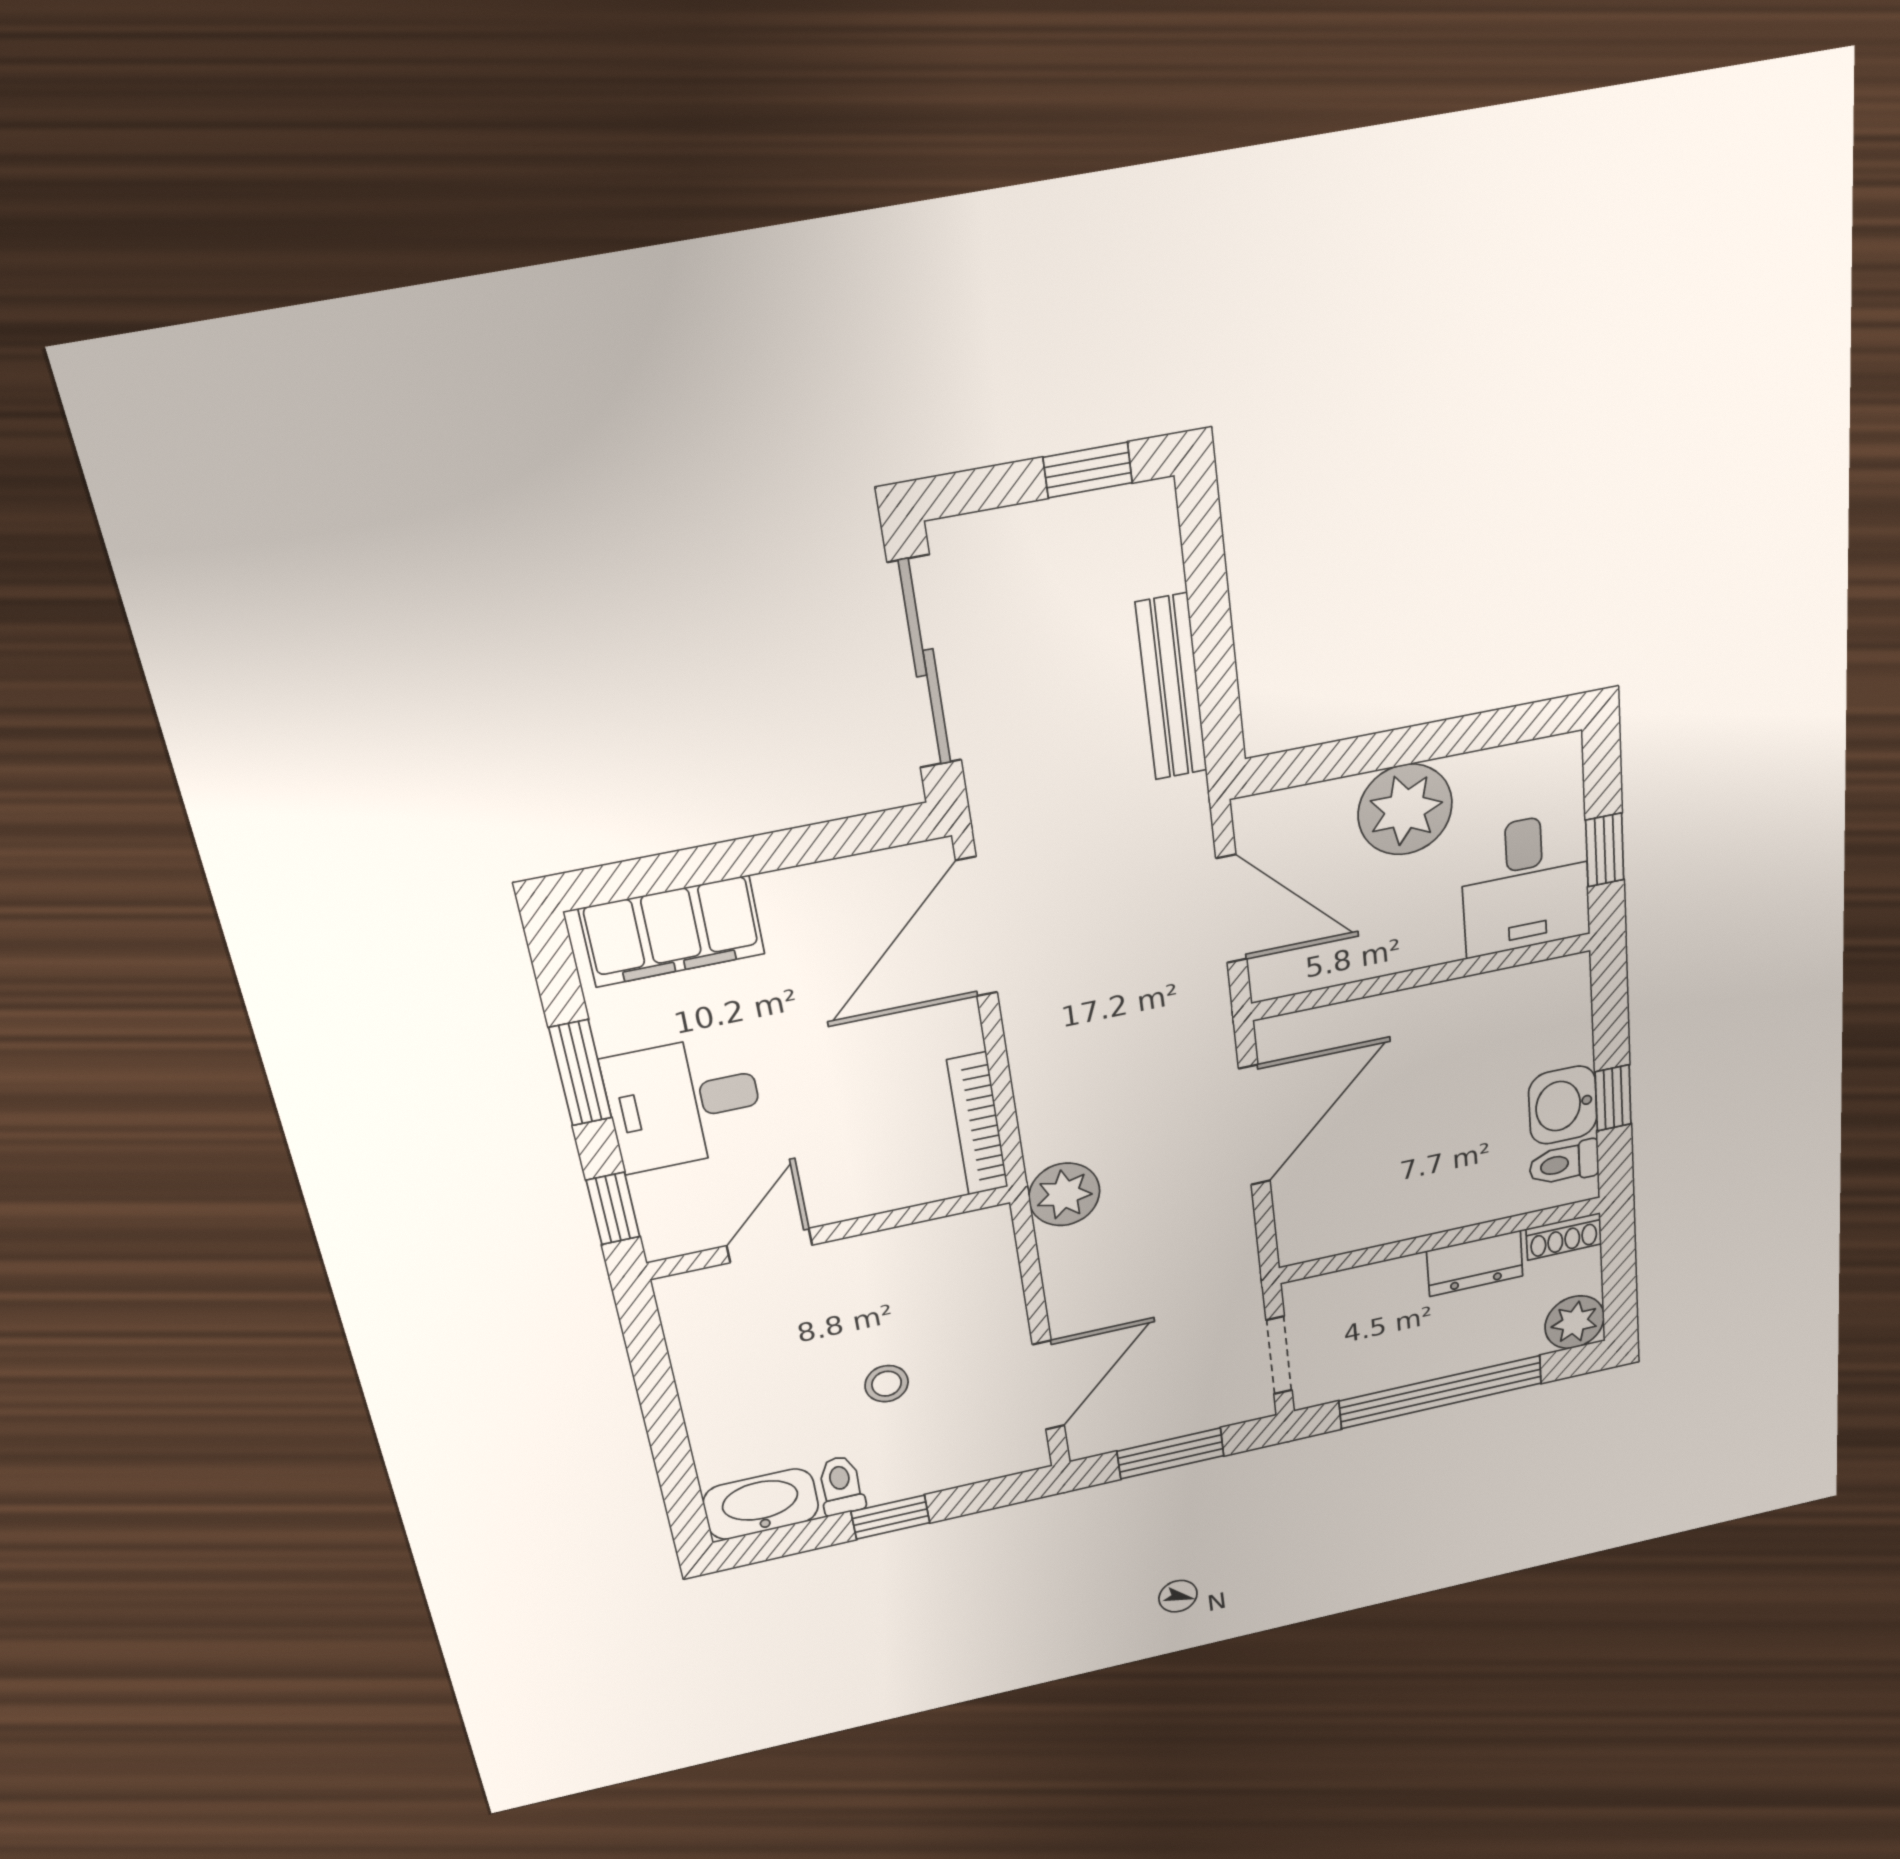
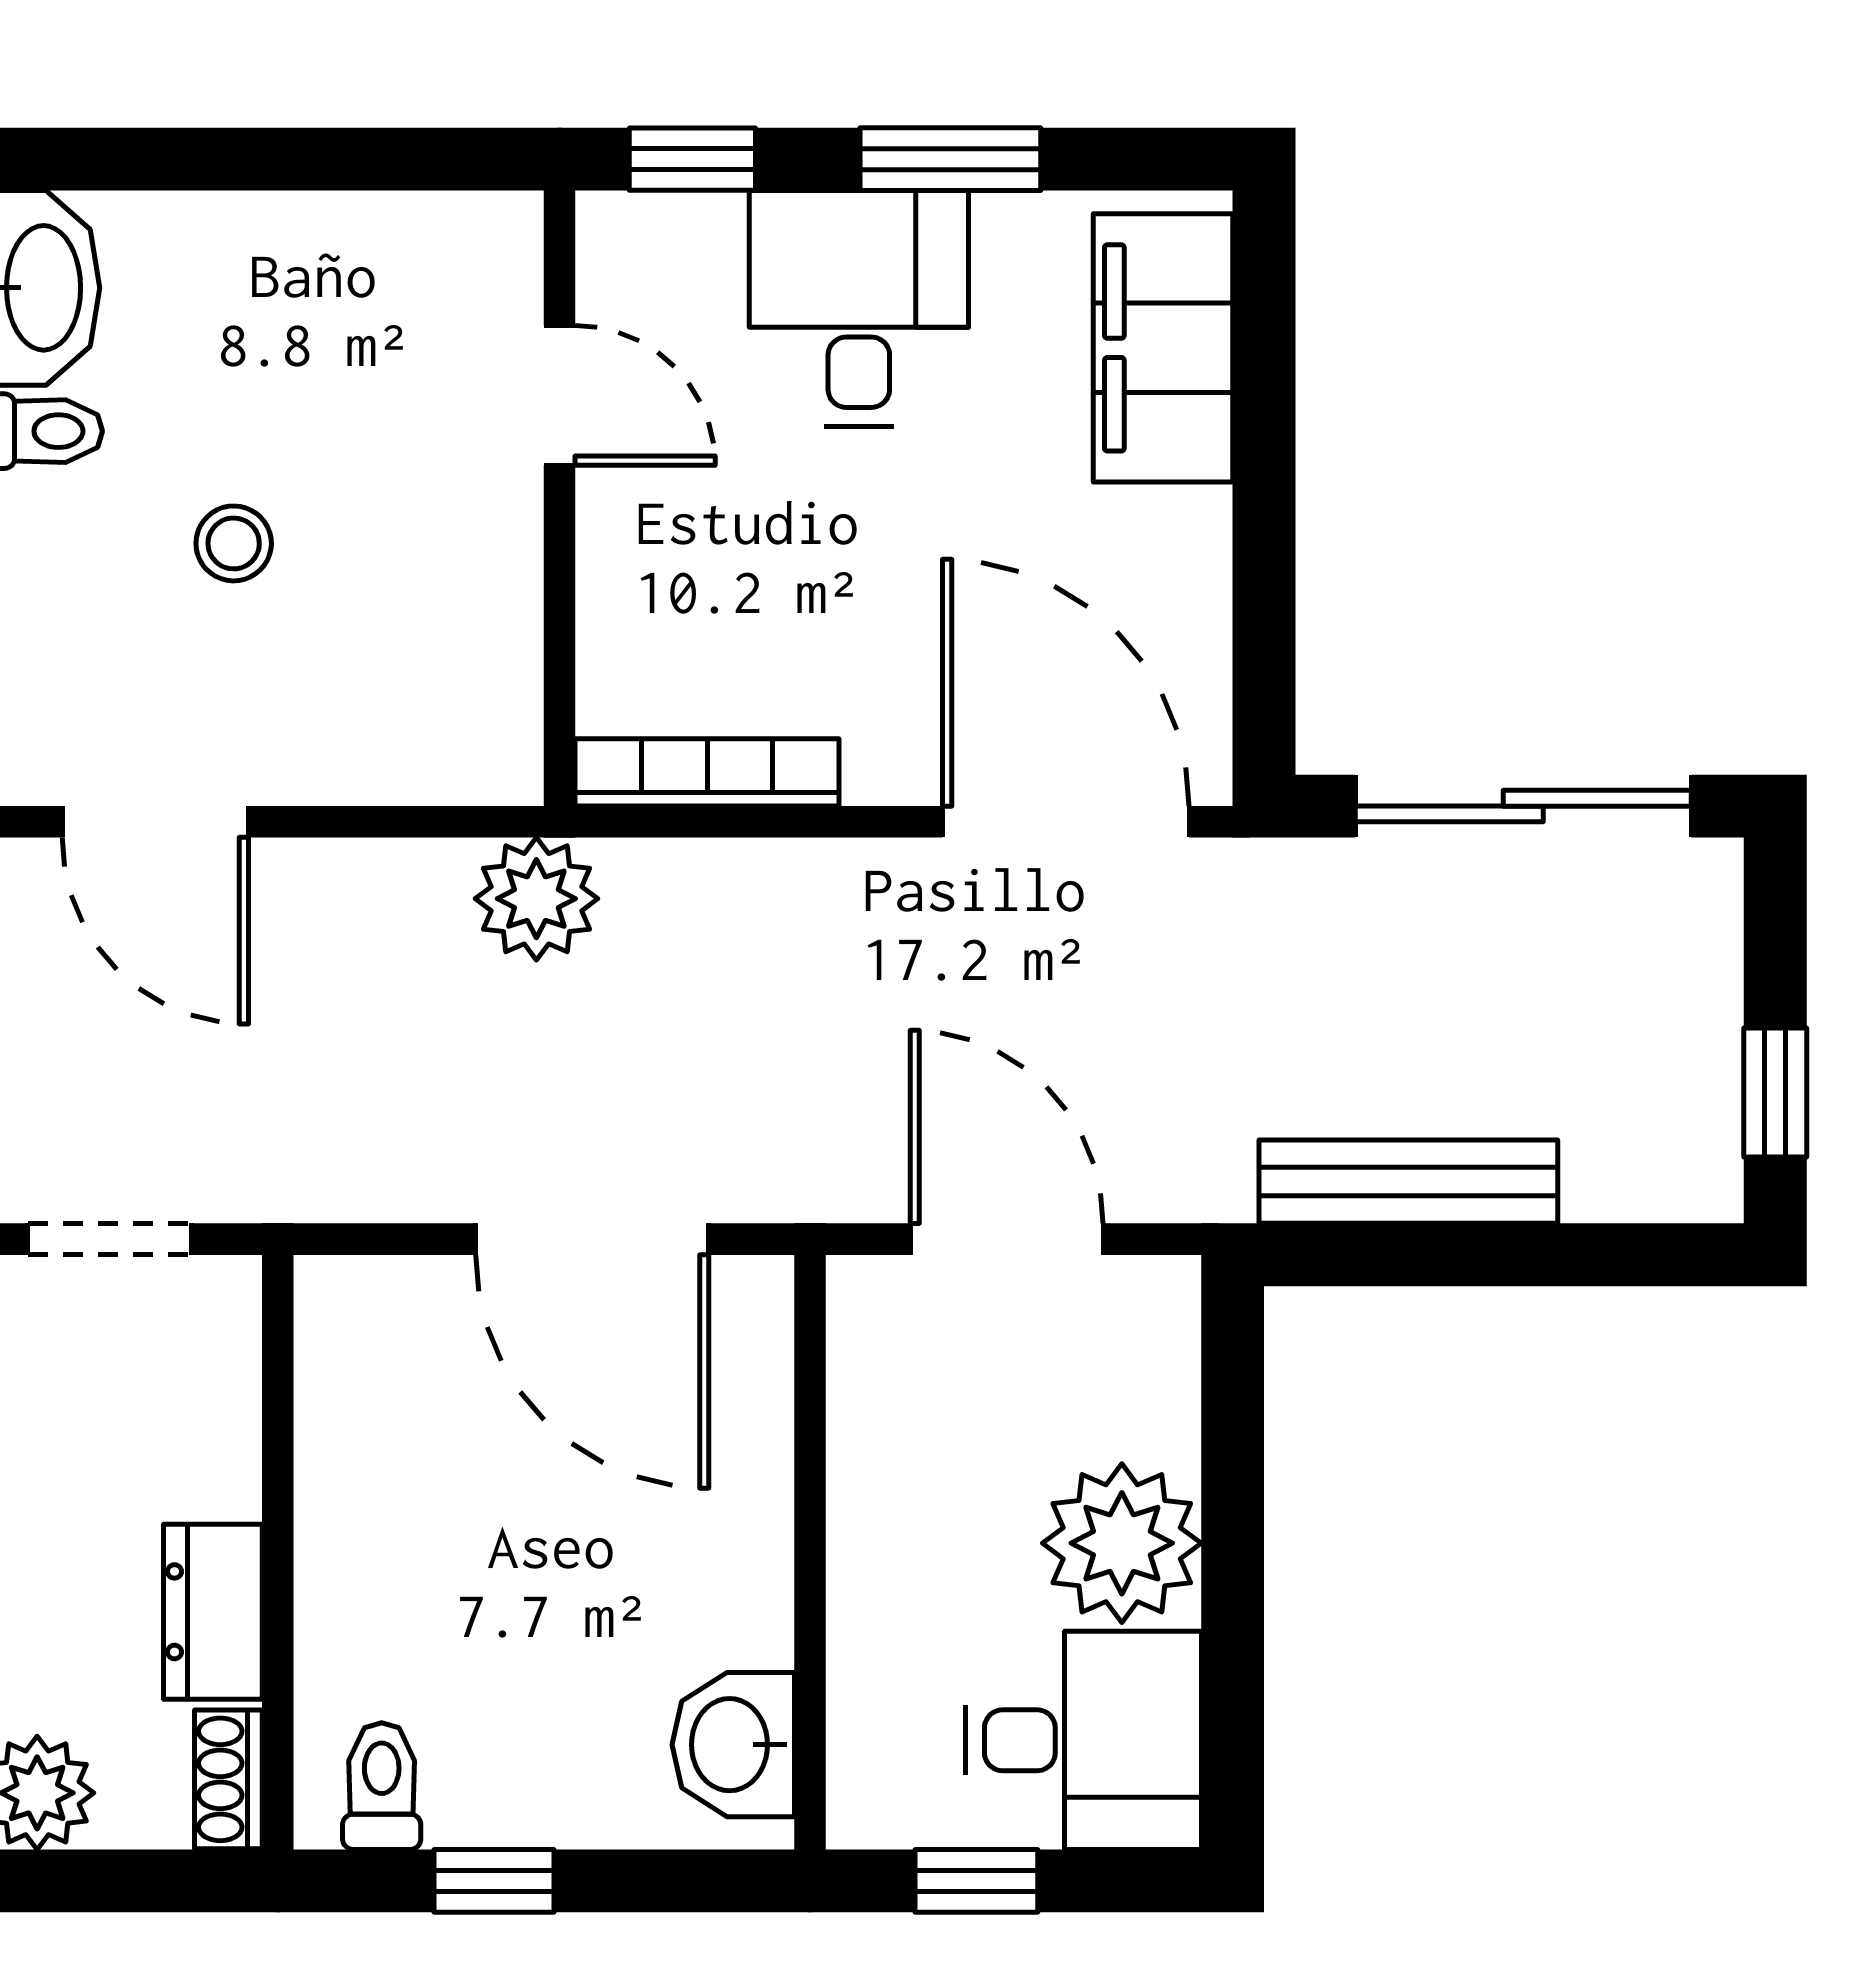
desk: (1525, 884) -> (1083, 1740), moved, turned 180
door: (1231, 909) -> (1007, 1239), swing flipped
washbasin: (1563, 1105) -> (733, 1745), moved, turned -90

